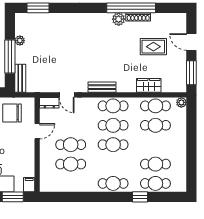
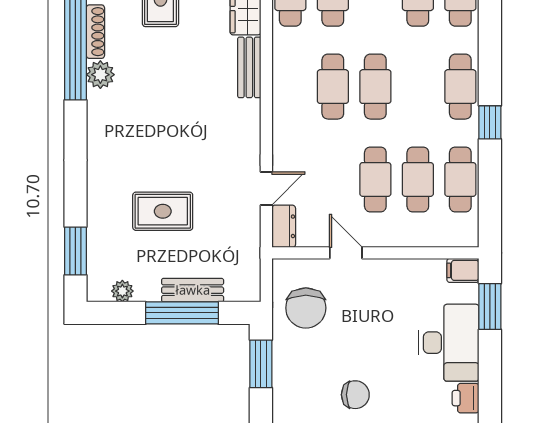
plant: (20, 41) -> (122, 291), moved
rug: (56, 48) -> (163, 211), added
bench: (20, 78) -> (193, 290), moved
bench: (102, 87) -> (249, 67), moved
cafe table: (113, 106) -> (460, 179), moved
window: (140, 197) -> (490, 122), moved

